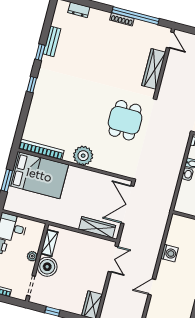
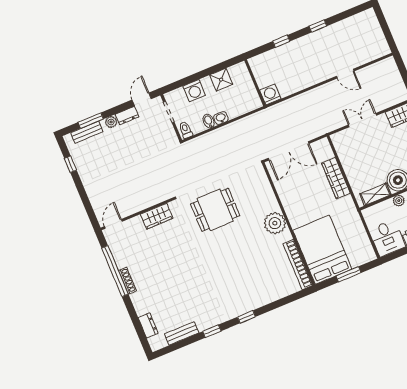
bench: (52, 41) -> (182, 333), moved
wardrobe: (154, 69) -> (157, 216), width x0.67
wardrobe: (97, 227) -> (336, 178), moved
washing machine: (169, 253) -> (270, 94), moved
double door: (113, 259) -> (362, 120), moved

